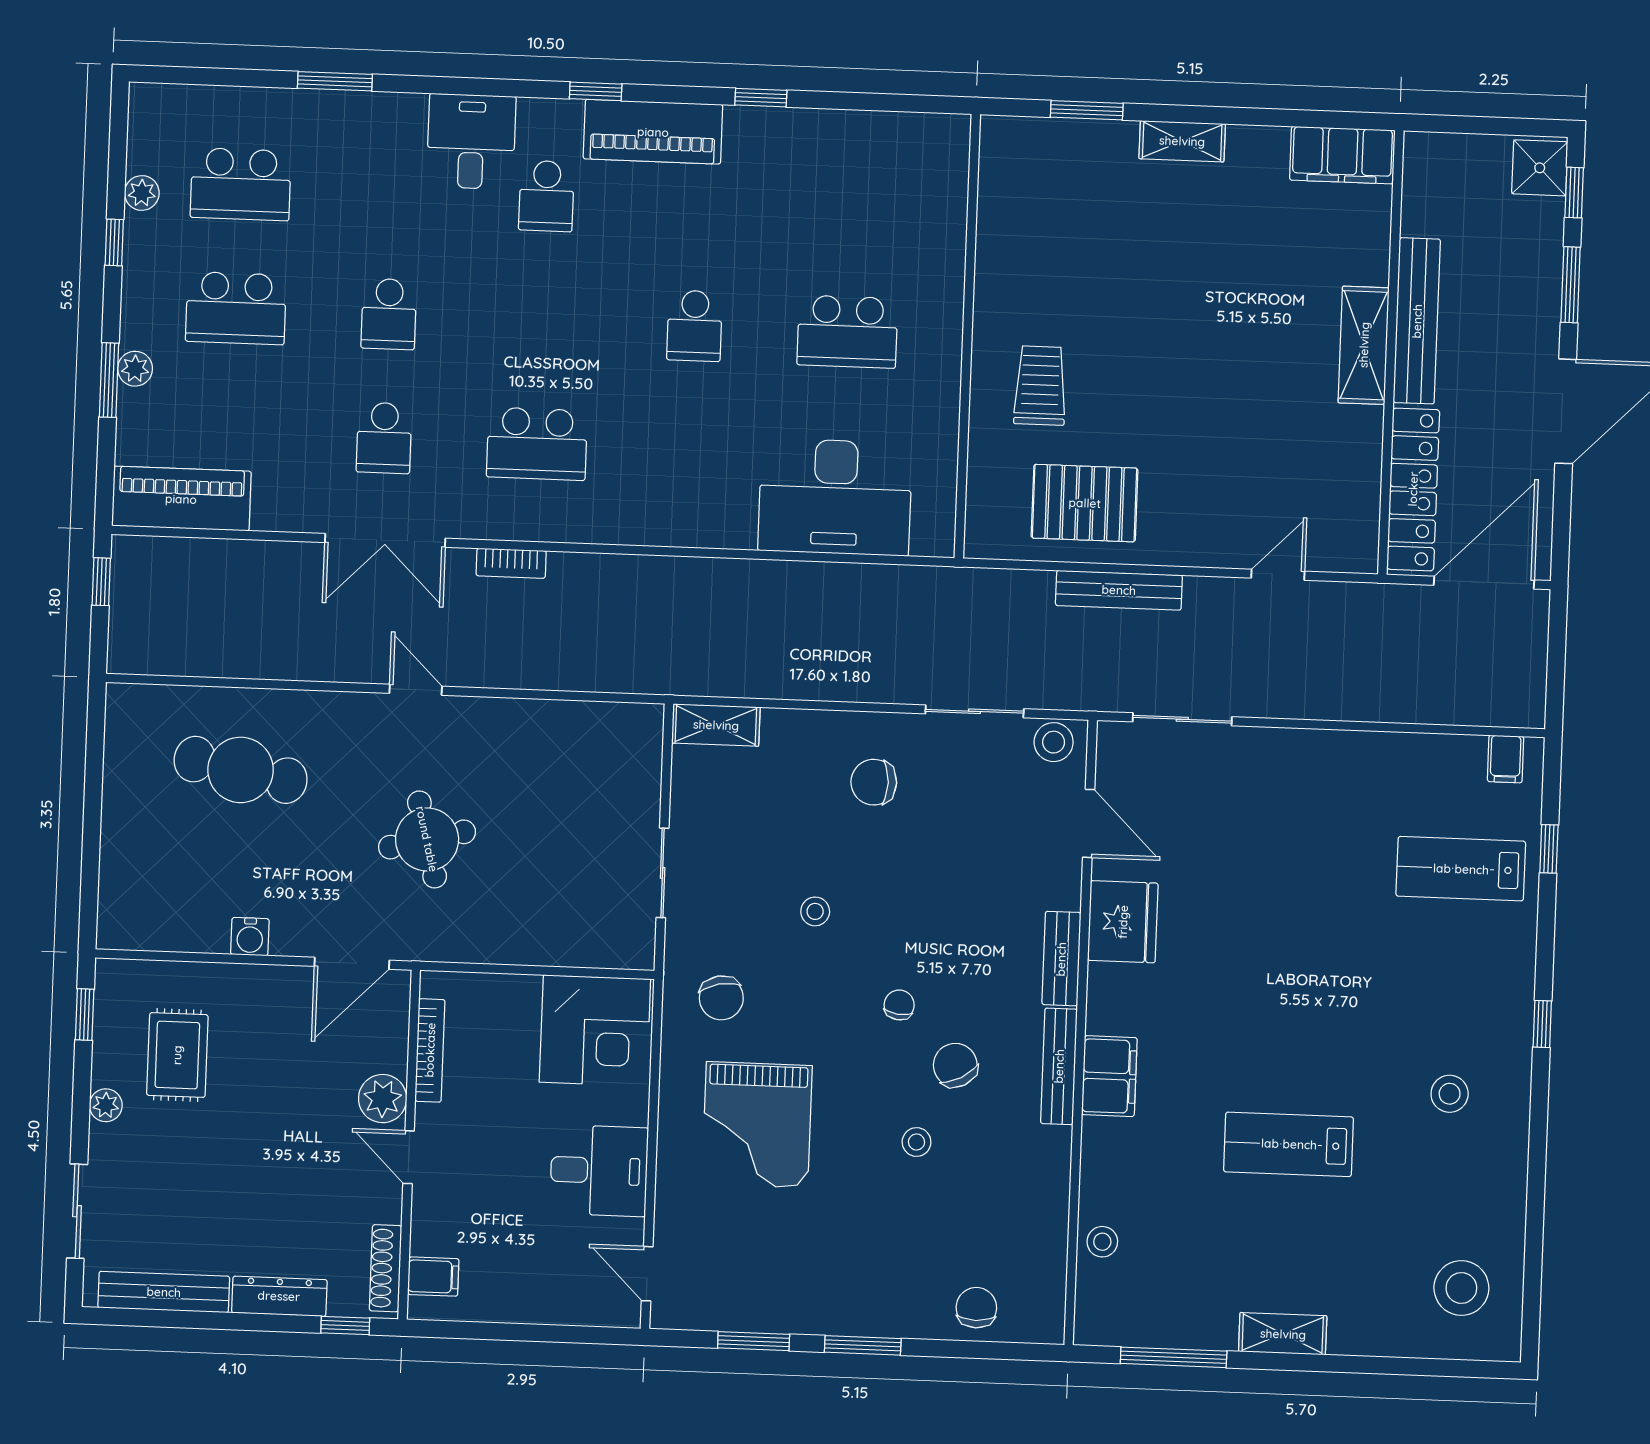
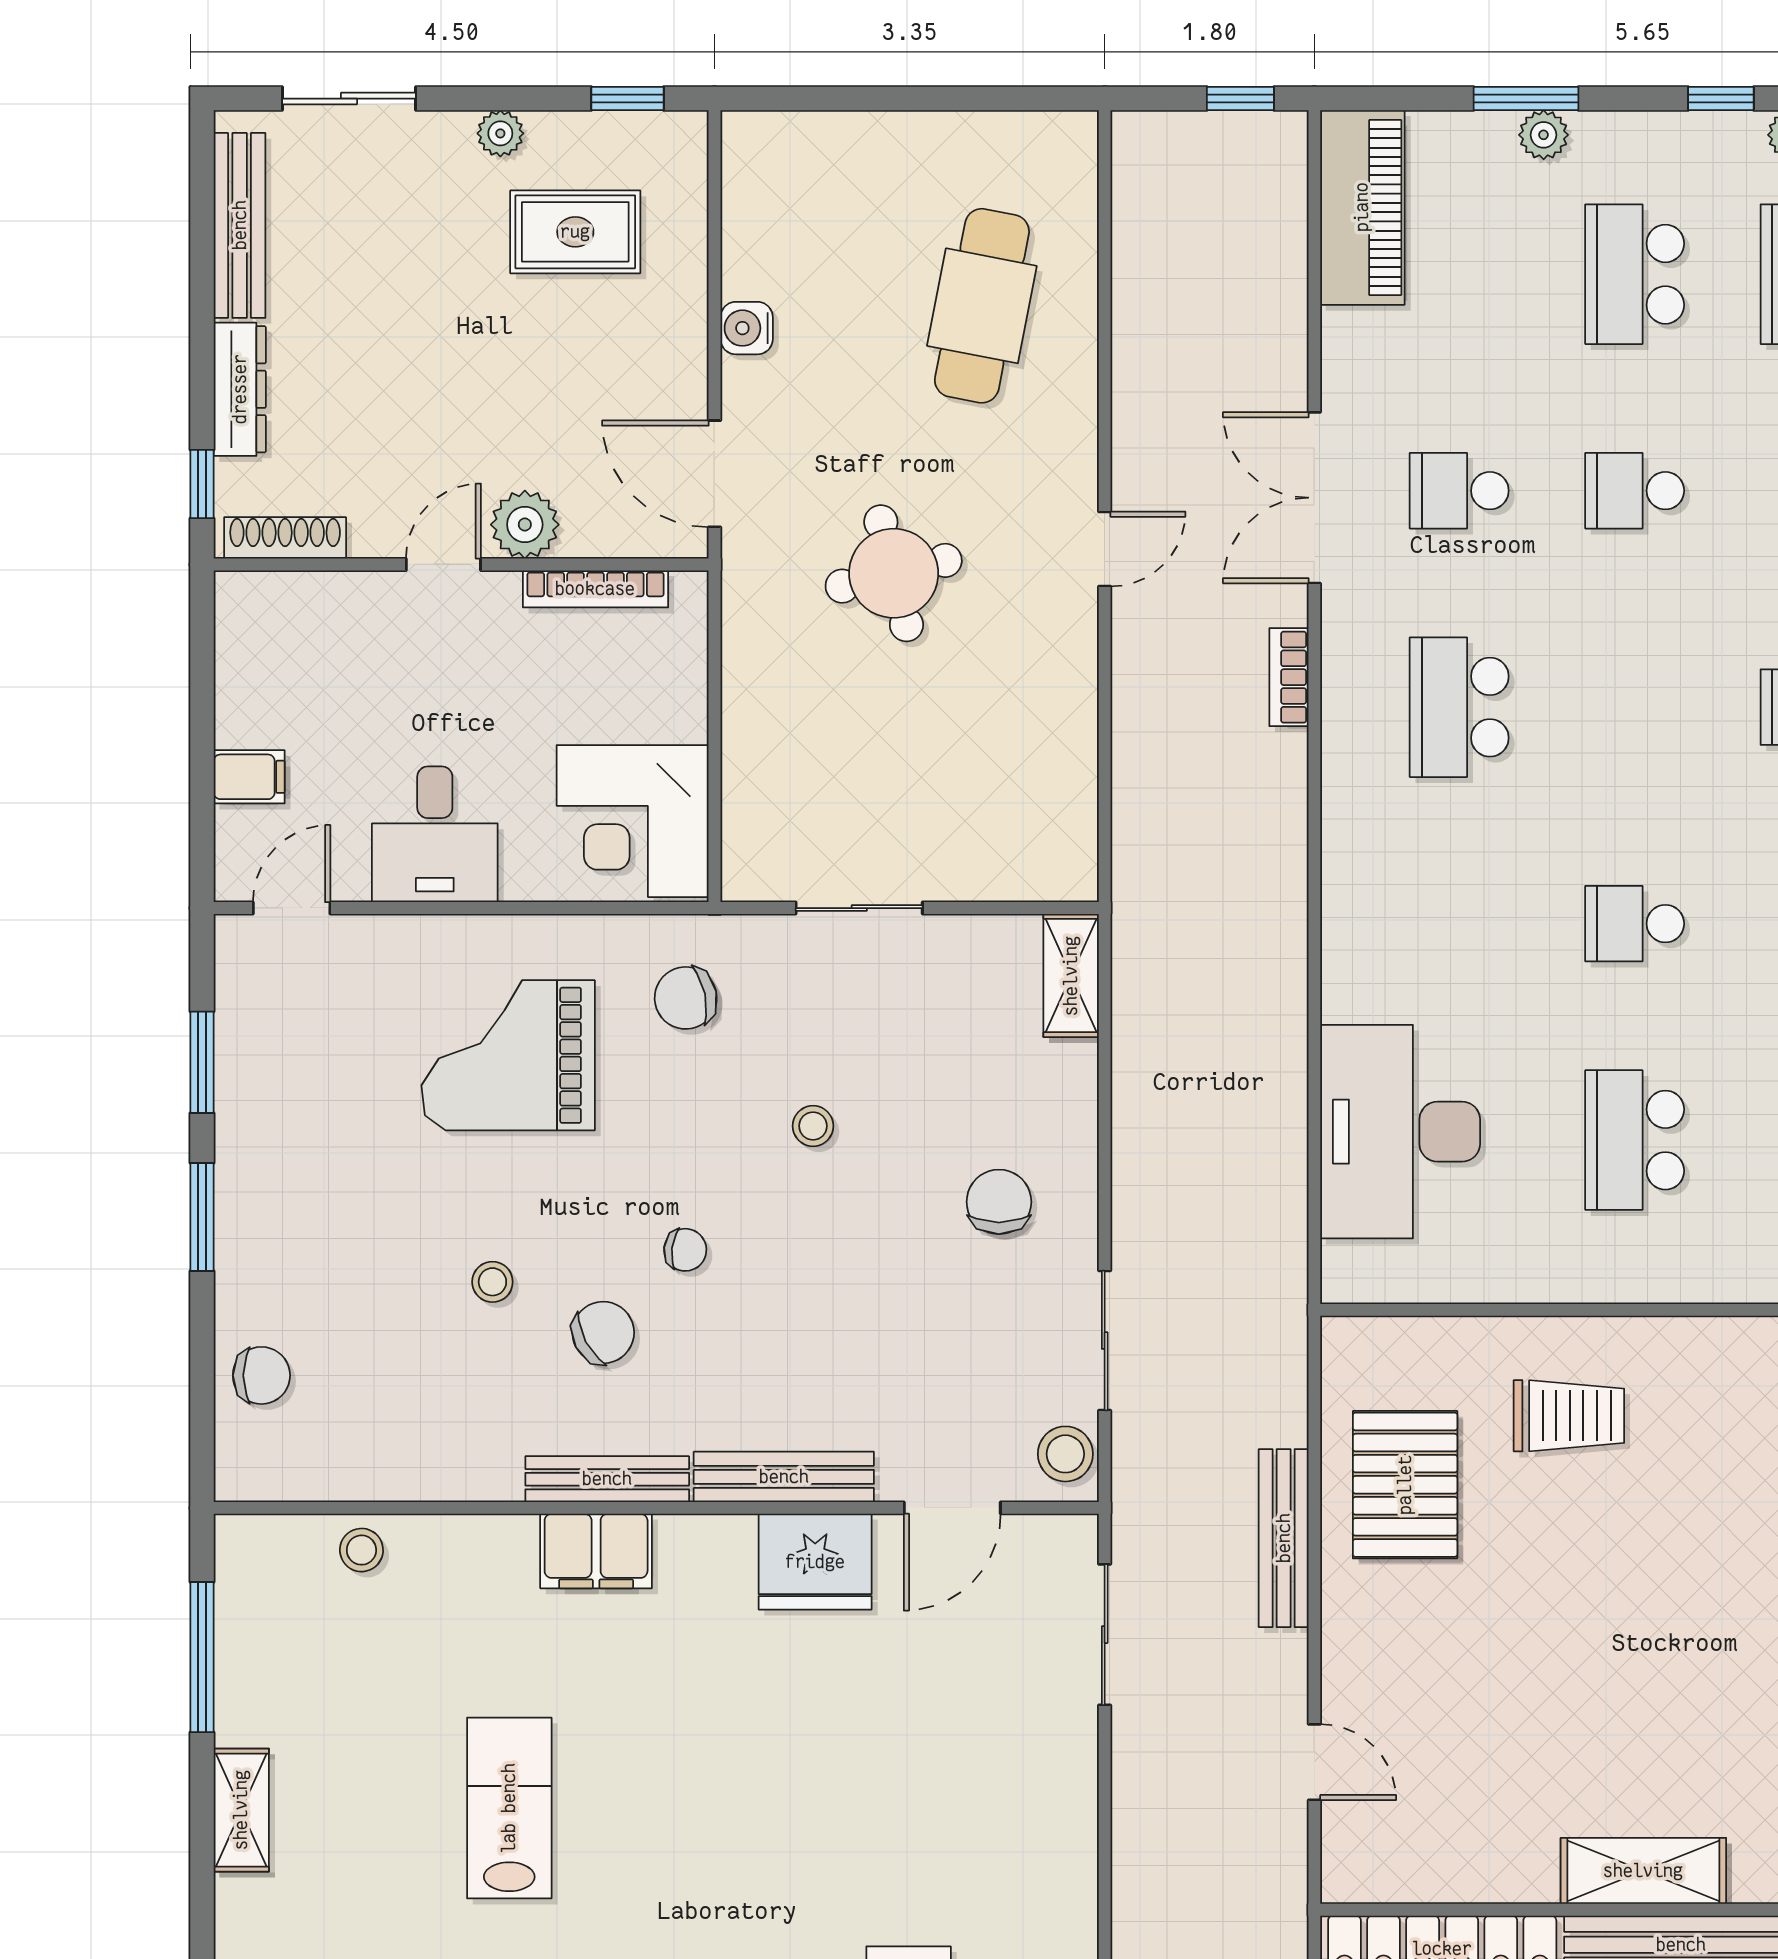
bench: (1061, 959) -> (784, 1477), width x1.36
filing cabinet: (433, 1277) -> (249, 777), moved, turned -90

